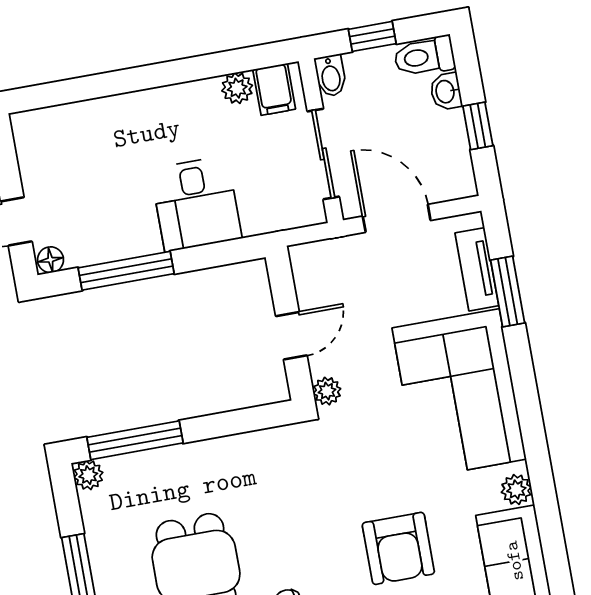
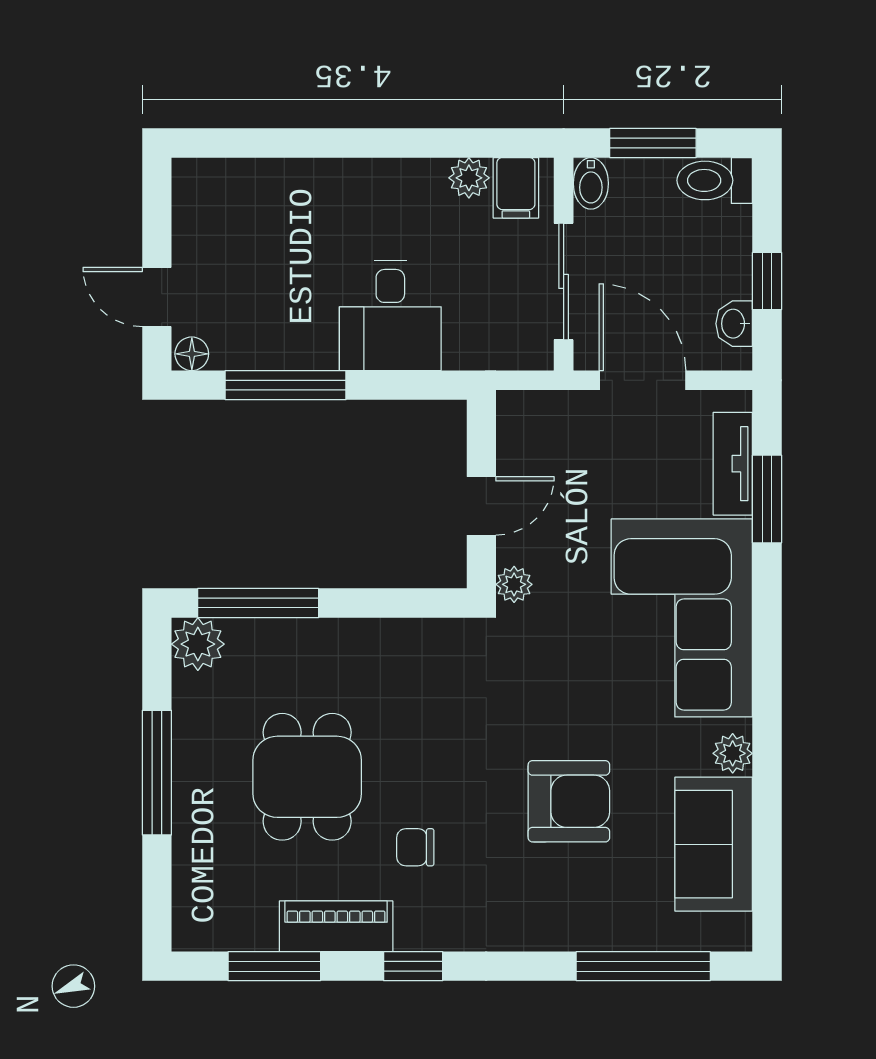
window: (372, 36) -> (653, 143), width x1.50
washbasin: (446, 91) -> (734, 324), moved
plant: (88, 475) -> (198, 644), width x1.38, depth x1.38
armchair: (398, 548) -> (569, 801), turned -90

